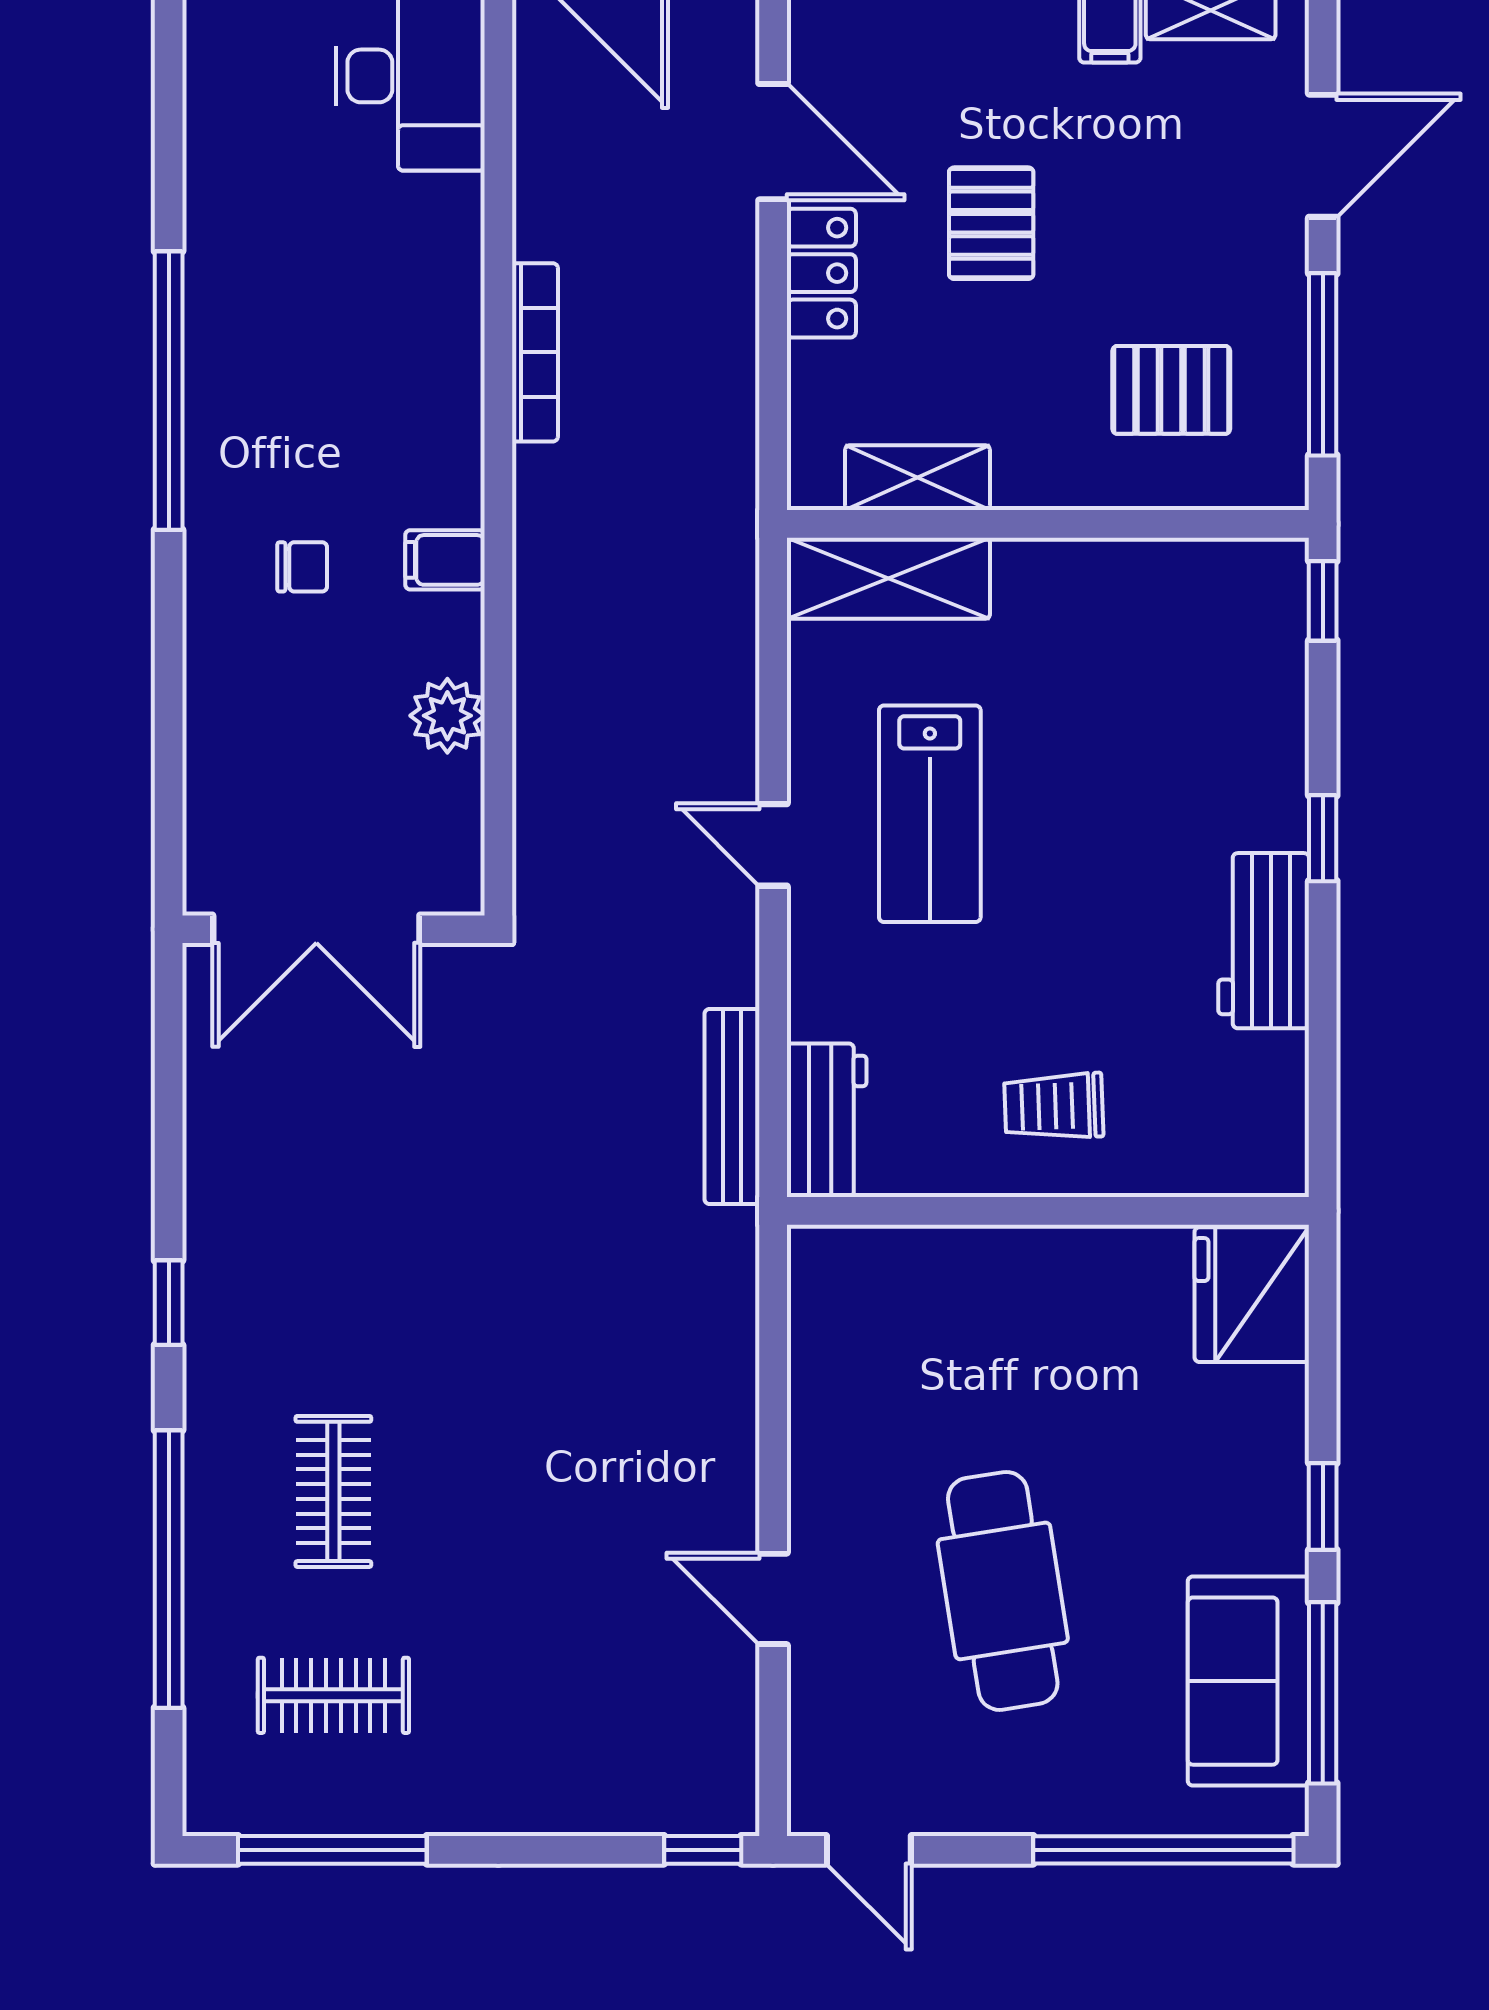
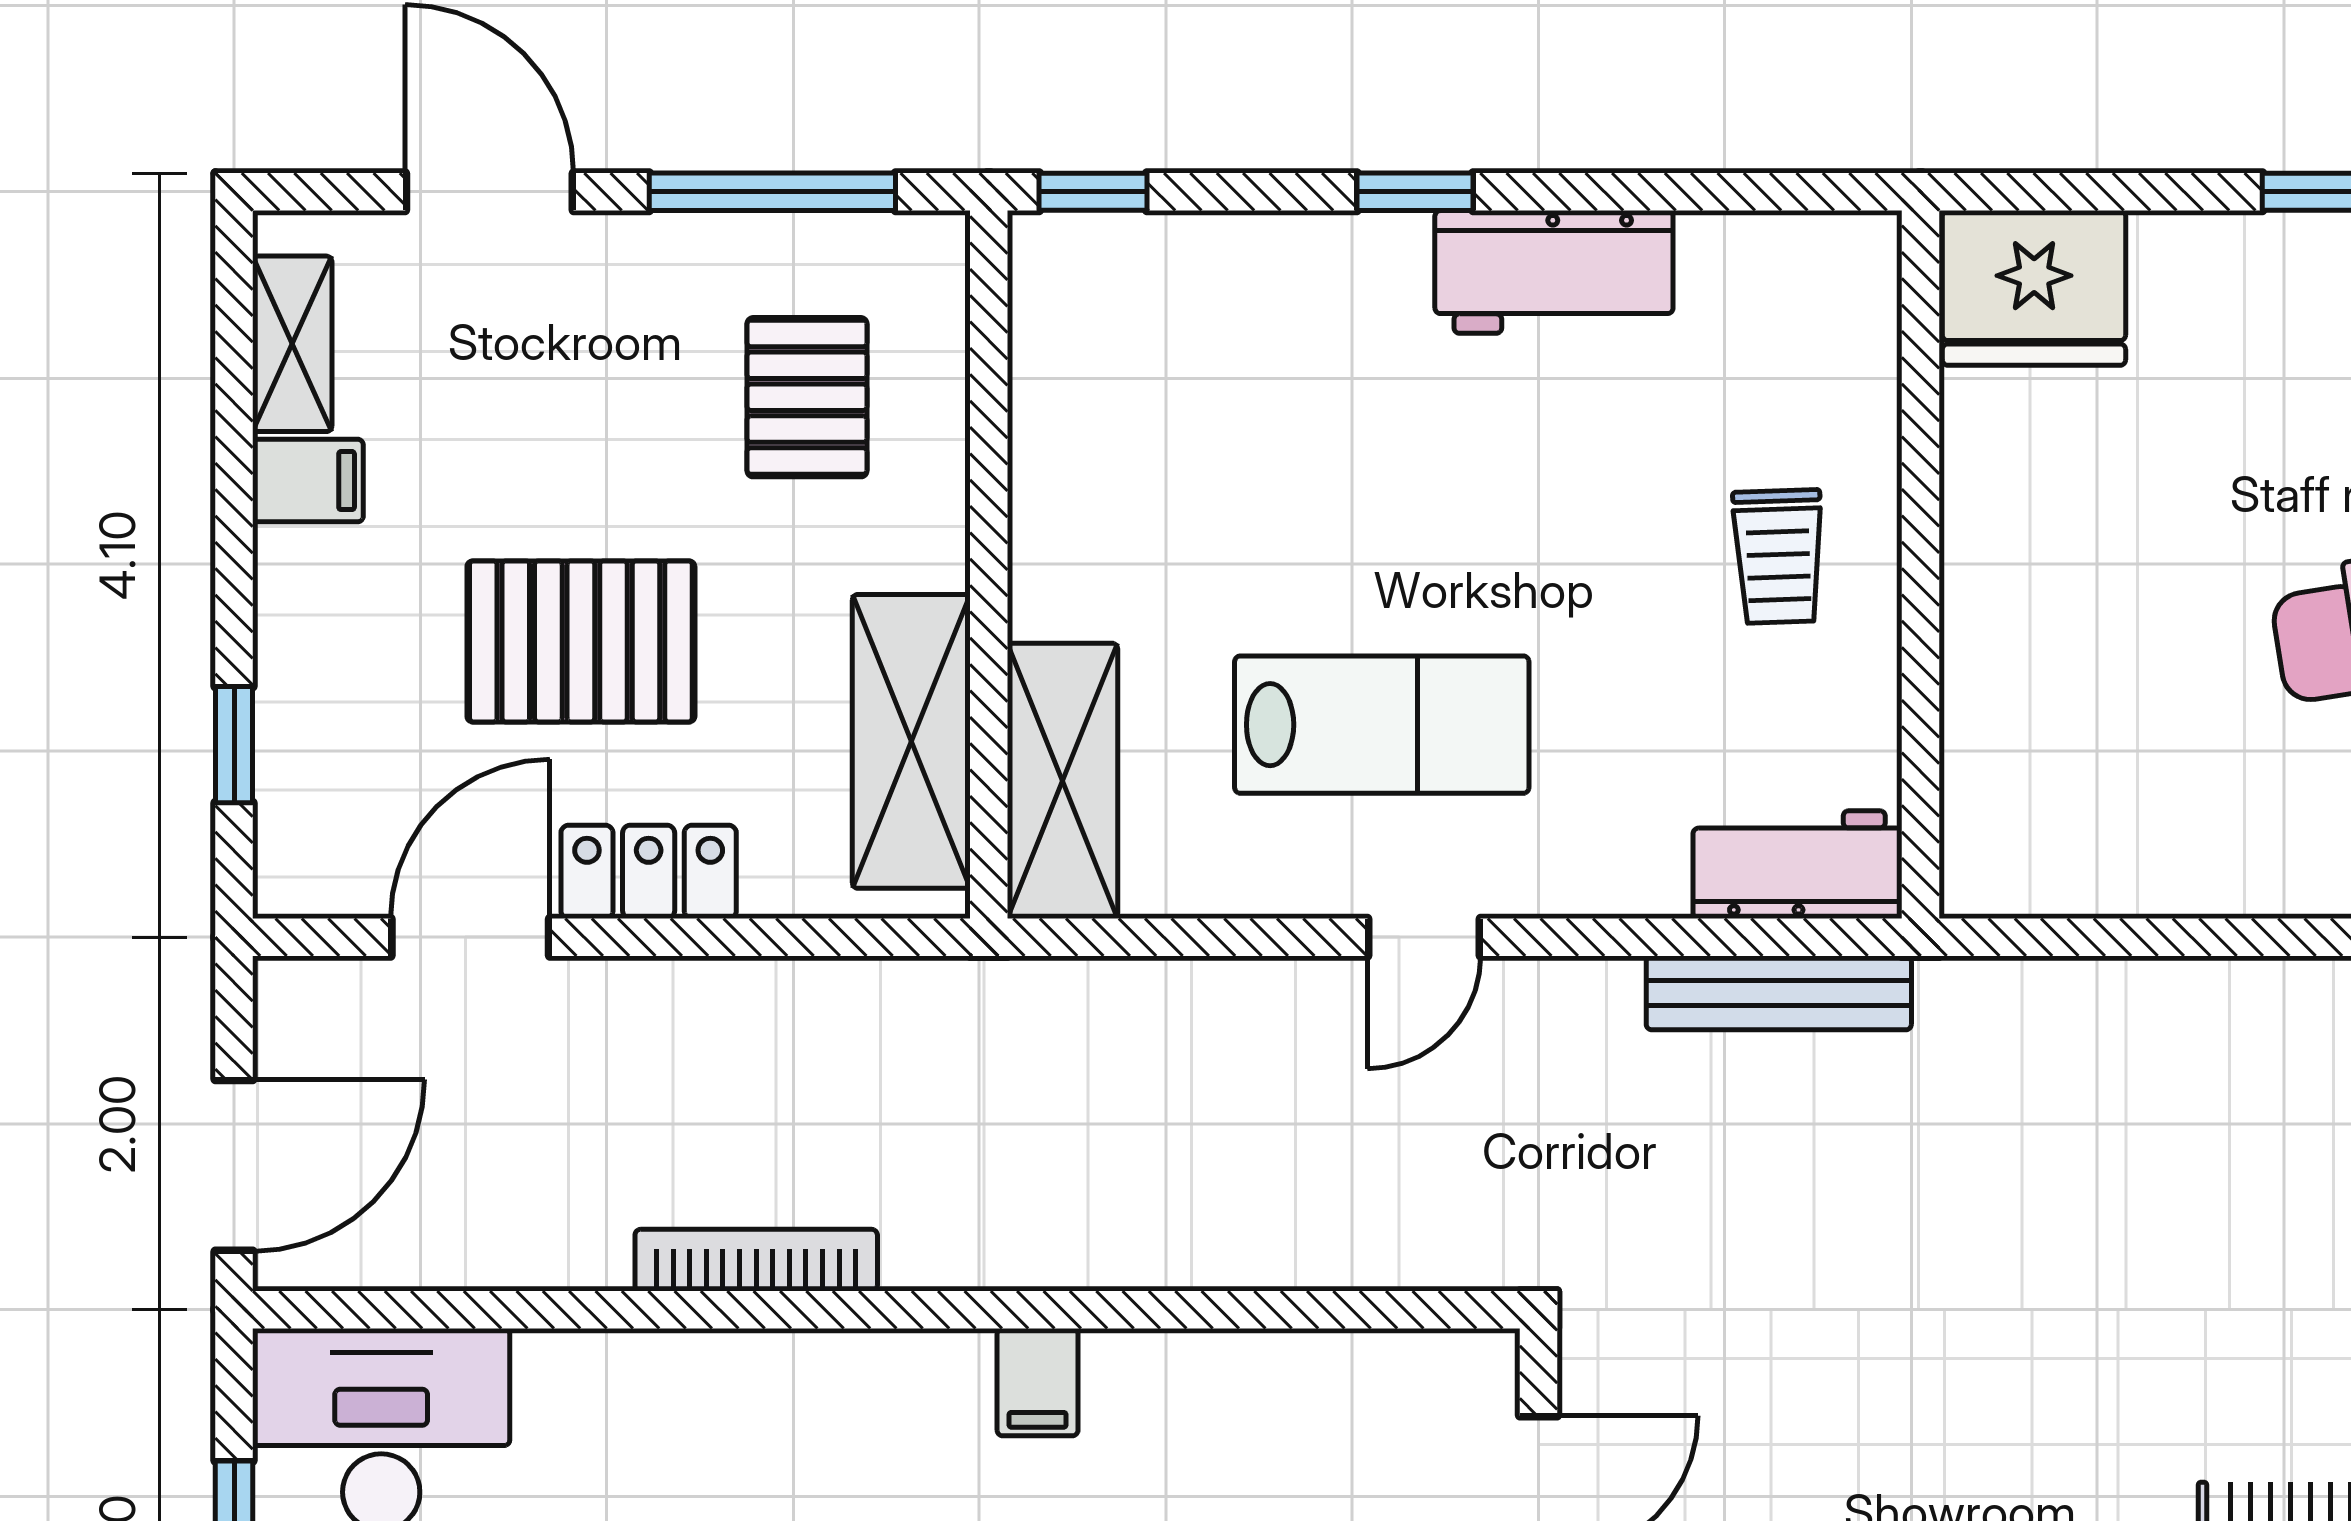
pallet: (991, 223) -> (581, 641), width x1.50, depth x1.42
shelving: (917, 478) -> (911, 741), width x1.50, depth x1.33
plant: (447, 716) -> (1249, 1379), removed

